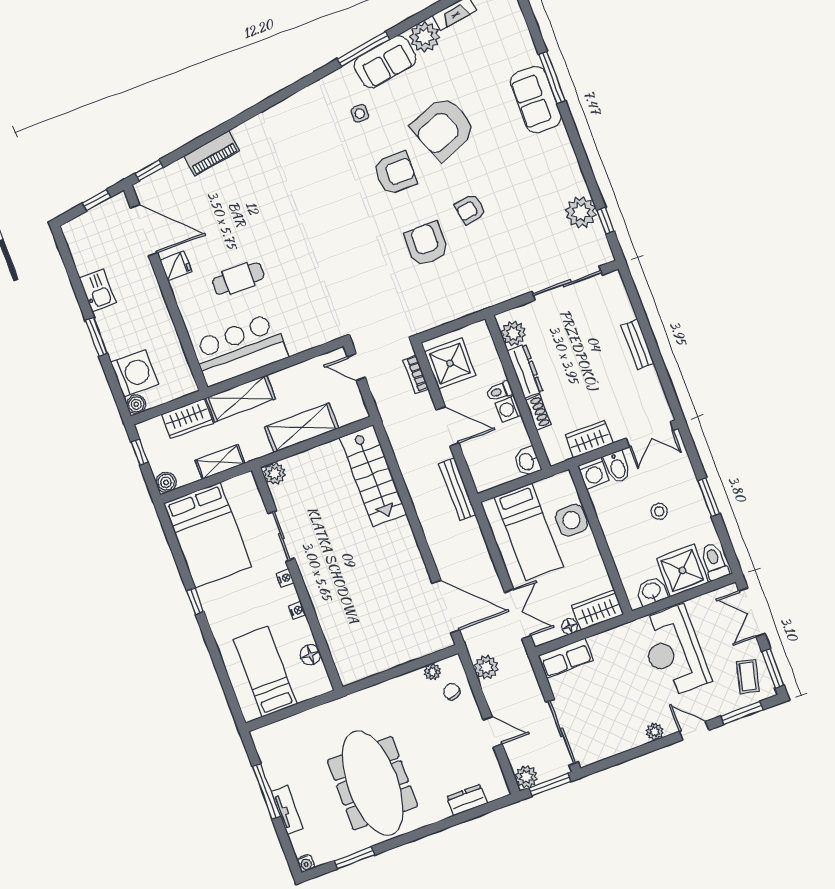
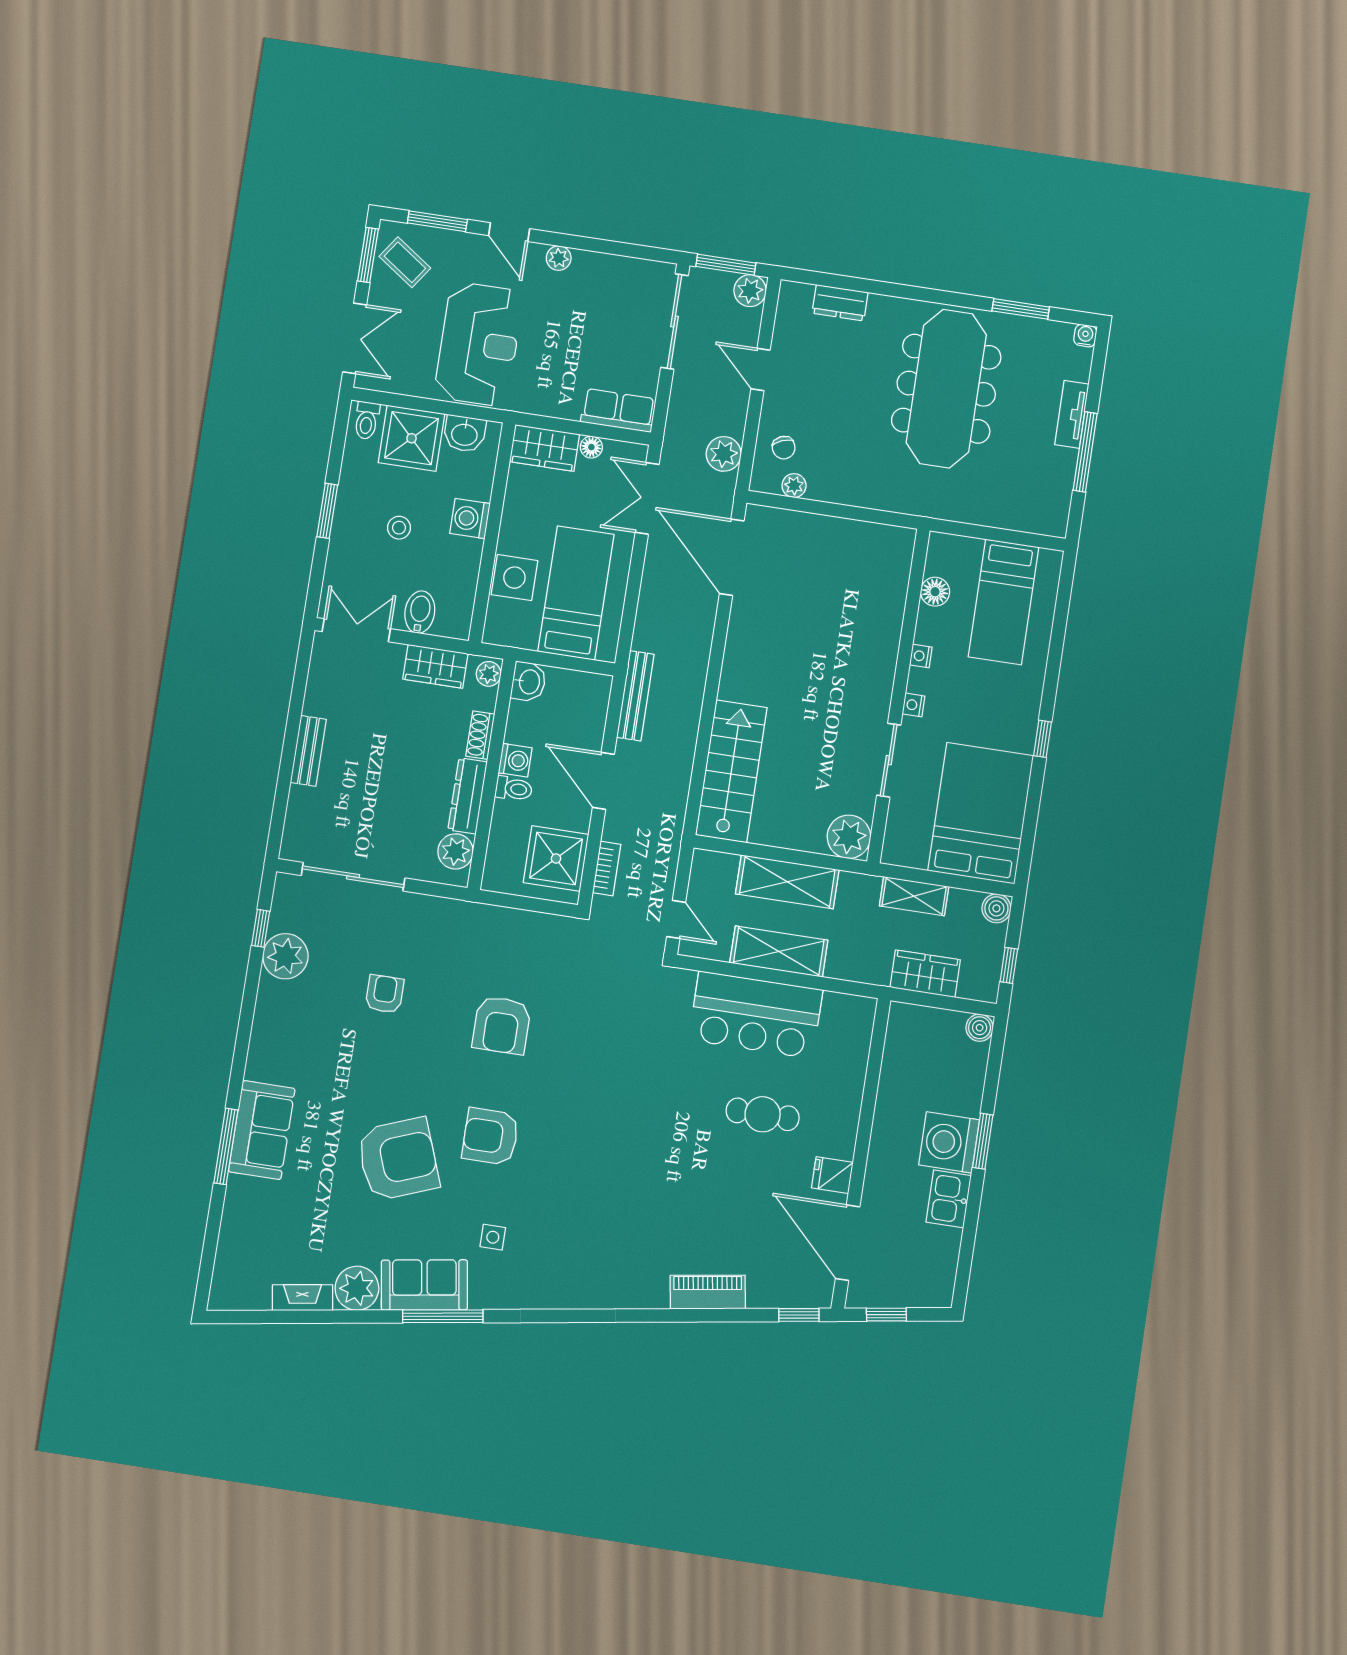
armchair: (470, 209) -> (385, 994), moved, turned -81
bar counter: (240, 350) -> (756, 1015), moved
washing machine: (134, 373) -> (949, 1142), moved
shelving: (241, 398) -> (779, 951), moved
plant: (554, 453) -> (489, 674), added
washing machine: (593, 473) -> (470, 519), moved, turned -90
plant: (274, 474) -> (849, 837), width x1.36, depth x1.36
toilet: (714, 561) -> (367, 420), width x0.73, depth x0.72
coffee table: (748, 676) -> (405, 262), turned -69

